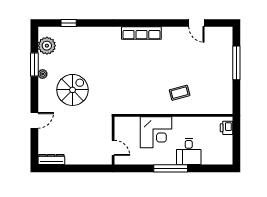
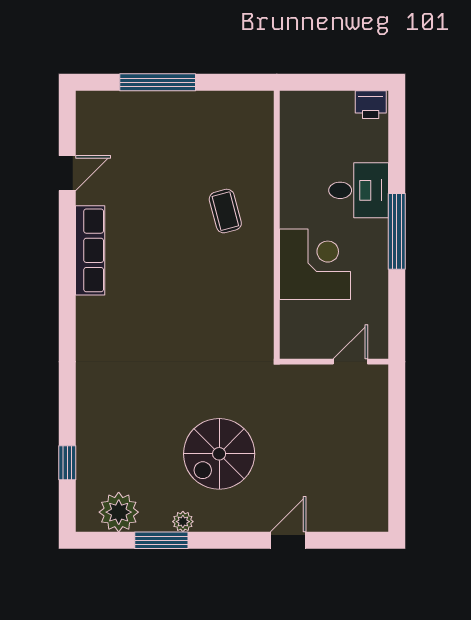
row of seats: (141, 33) -> (90, 250), moved
spiral stairs: (73, 90) -> (219, 454), turned -90
door: (34, 120) -> (288, 540), hinge flipped
printer: (226, 128) -> (371, 105), moved
dresser: (51, 159) -> (377, 502), removed

